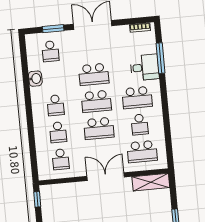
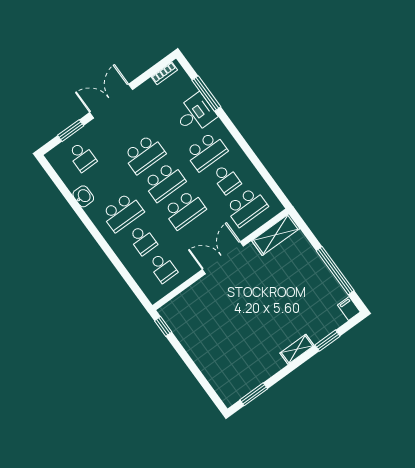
school desk: (56, 105) -> (122, 212), width x1.85

